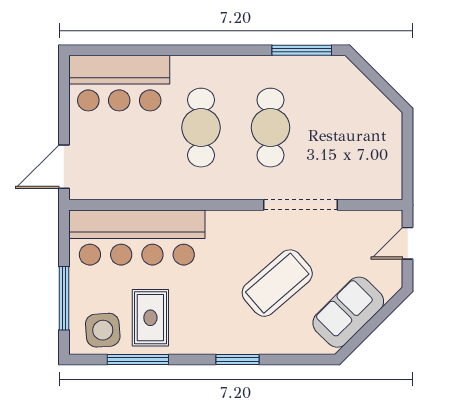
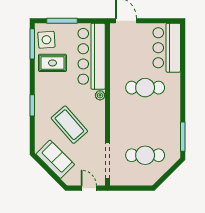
cafe table: (270, 128) -> (145, 155), moved
doorway: (301, 205) -> (107, 161), moved
plant: (217, 220) -> (100, 95), added
window: (138, 359) -> (32, 44), moved

